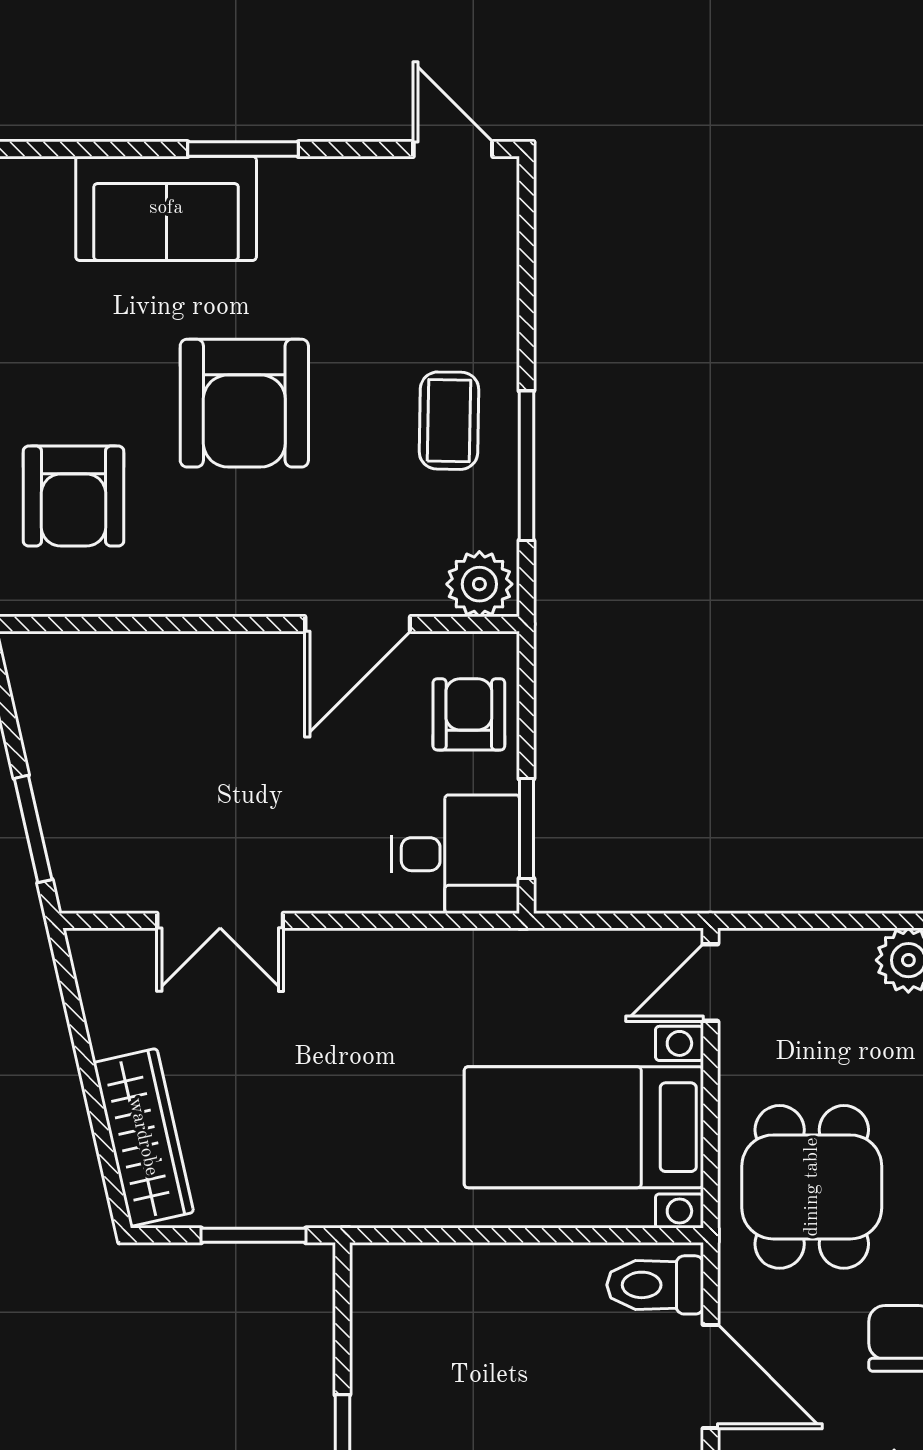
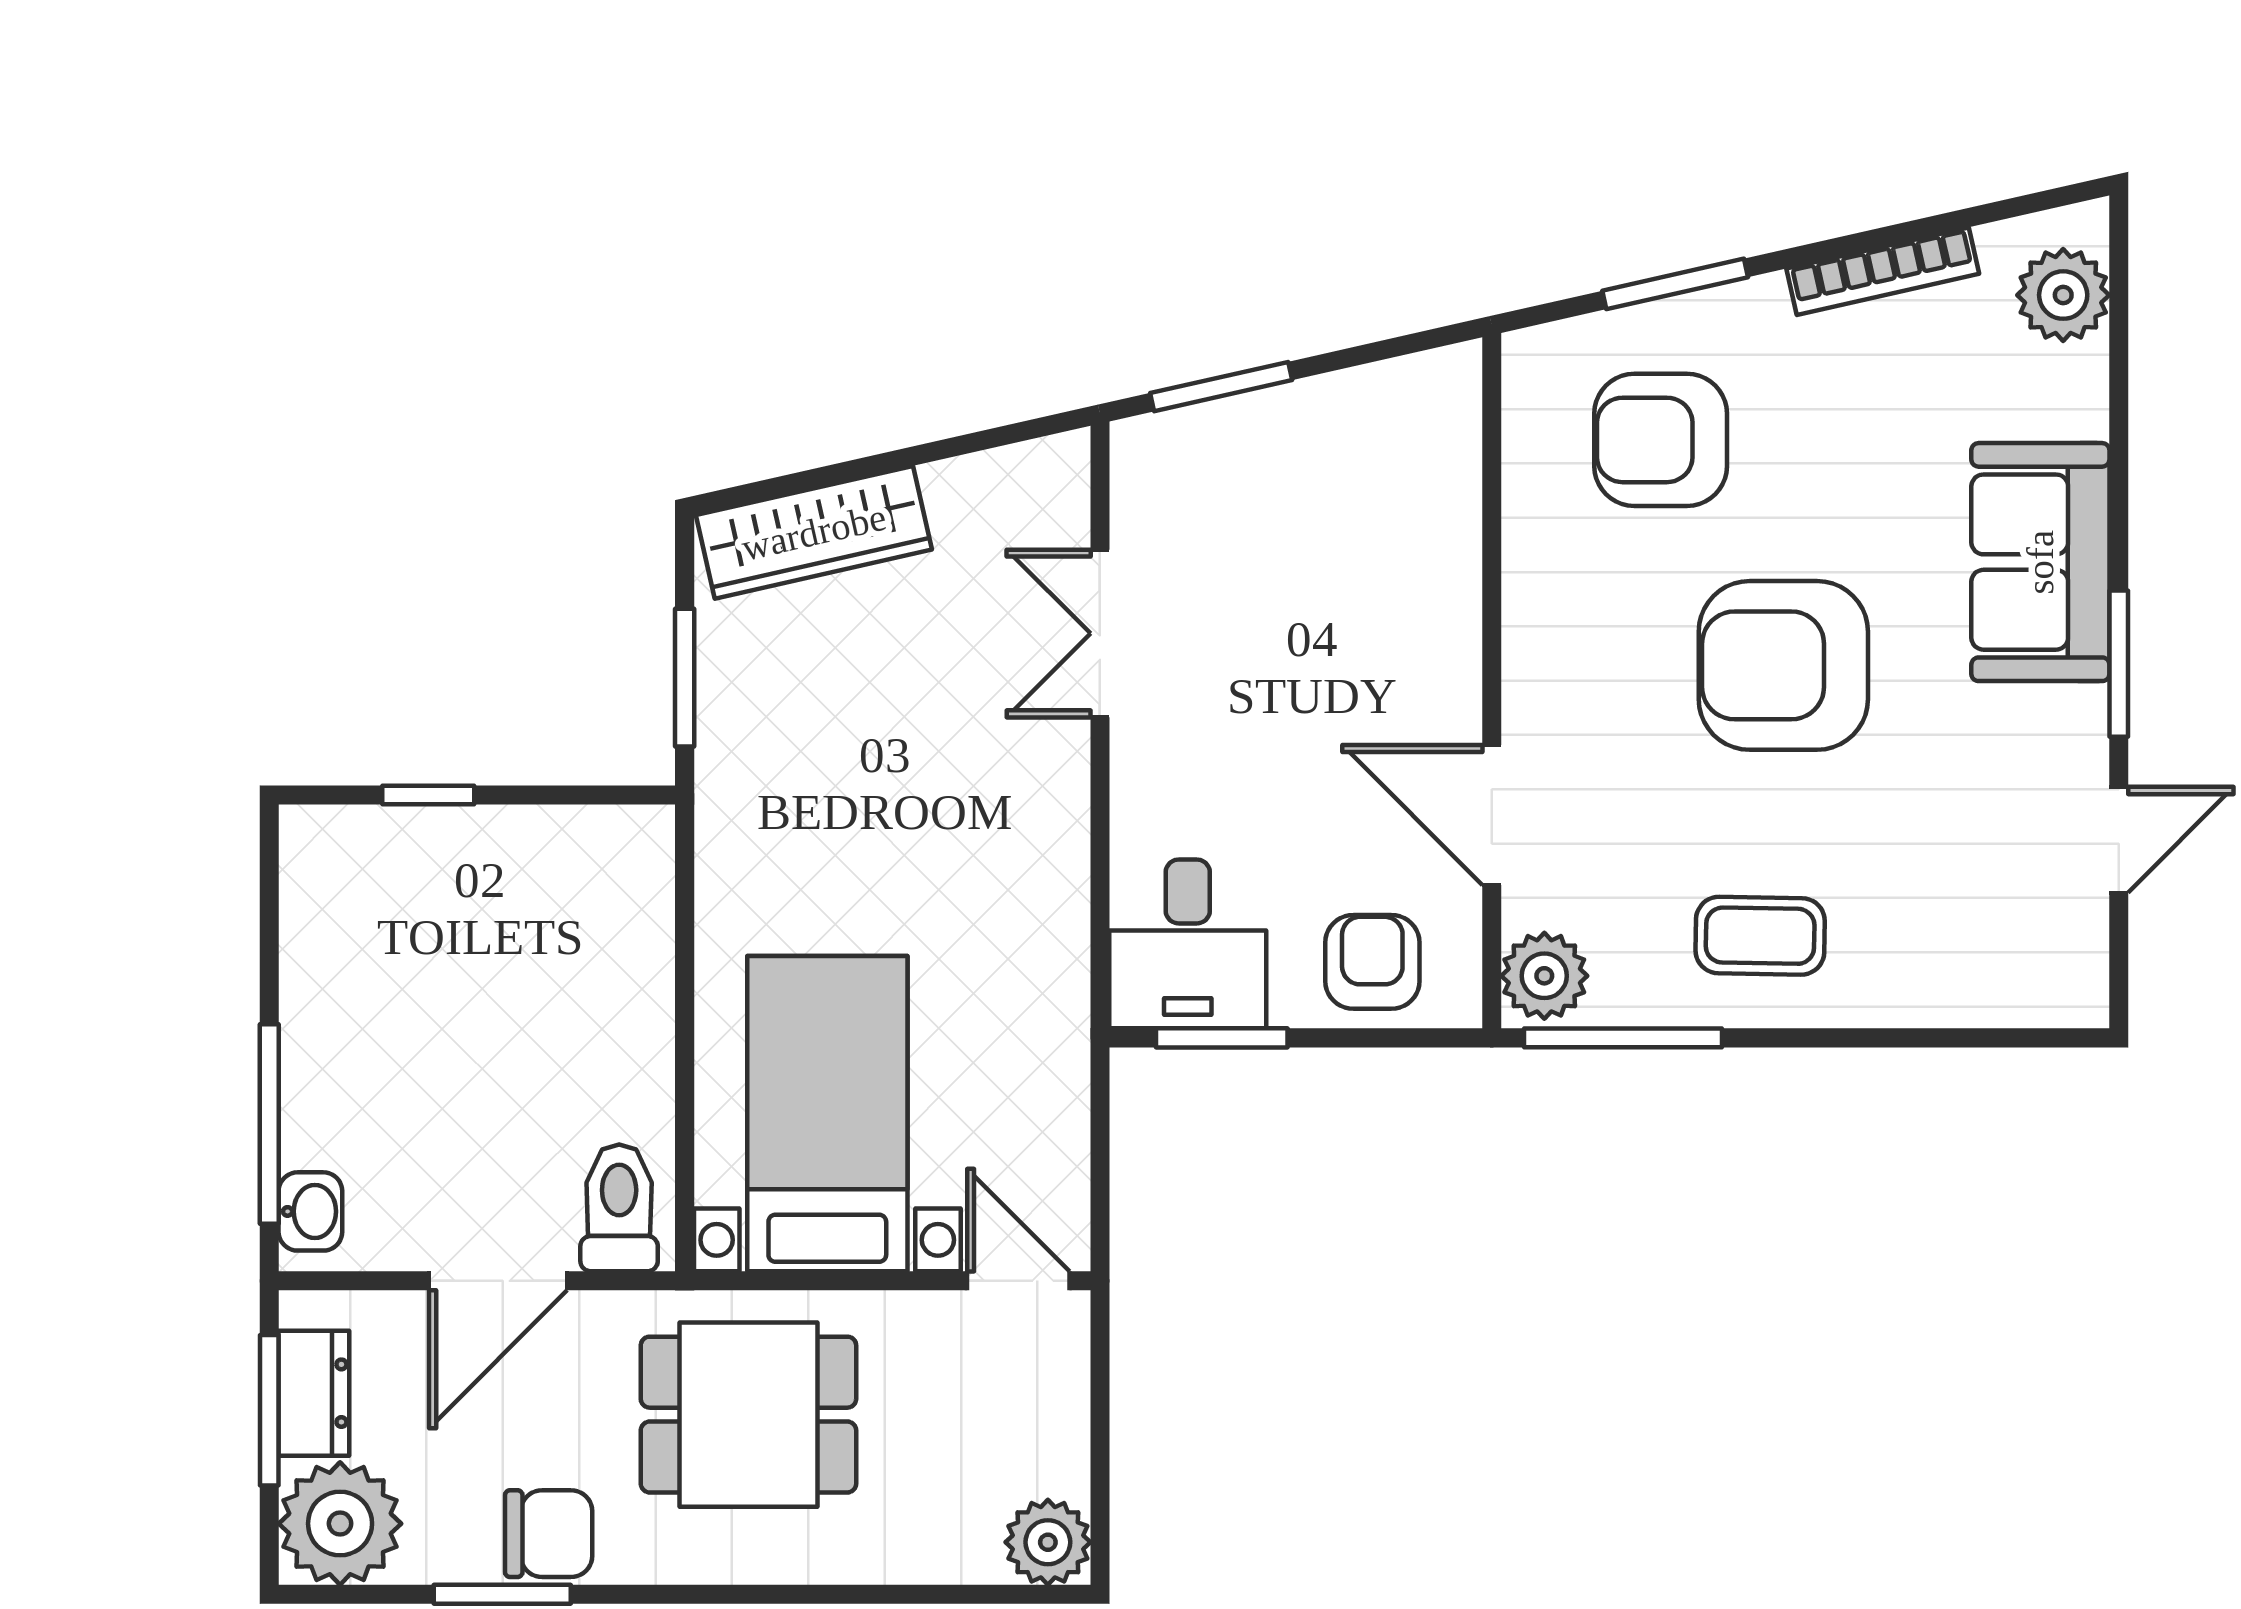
door: (453, 149) -> (2119, 840), moved
window: (526, 466) -> (1623, 1038), moved
armchair: (469, 714) -> (1372, 962), turned -90

